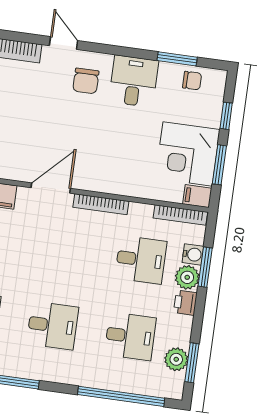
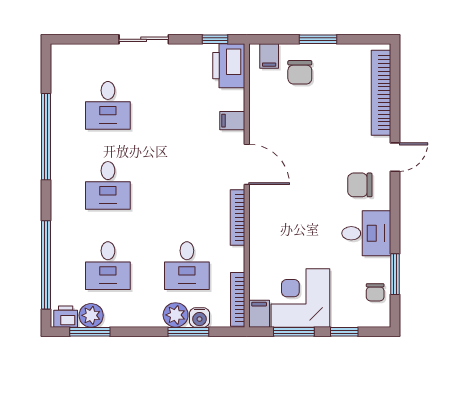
printer: (185, 303) -> (66, 317), moved

